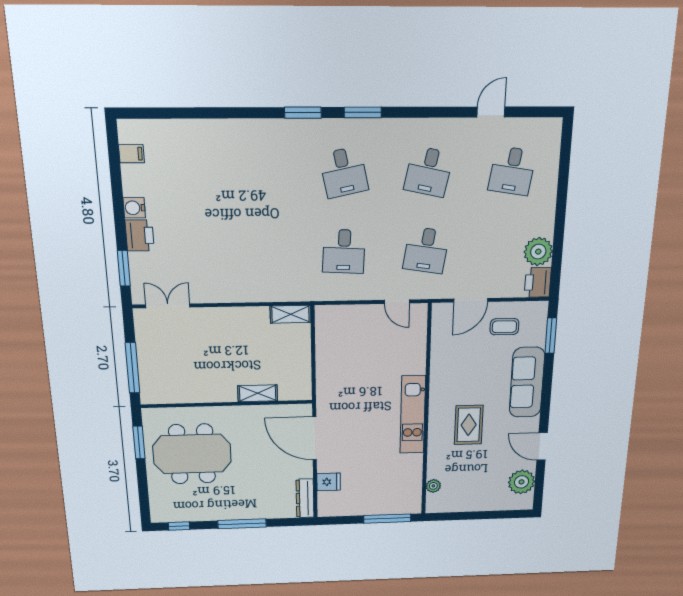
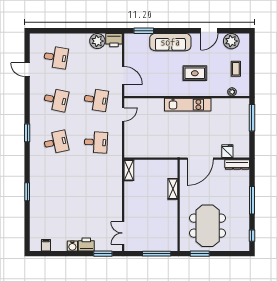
window: (303, 113) -> (27, 192), moved
coffee table: (504, 327) -> (236, 69), moved

